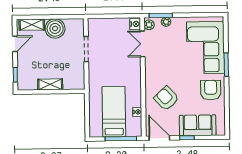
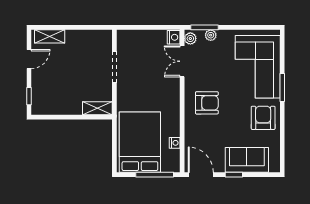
boiler: (55, 28) -> (77, 41), removed
shelving: (50, 84) -> (97, 108), moved
armchair: (166, 98) -> (207, 103), moved, turned 133
bed: (114, 112) -> (140, 142), width x1.50

